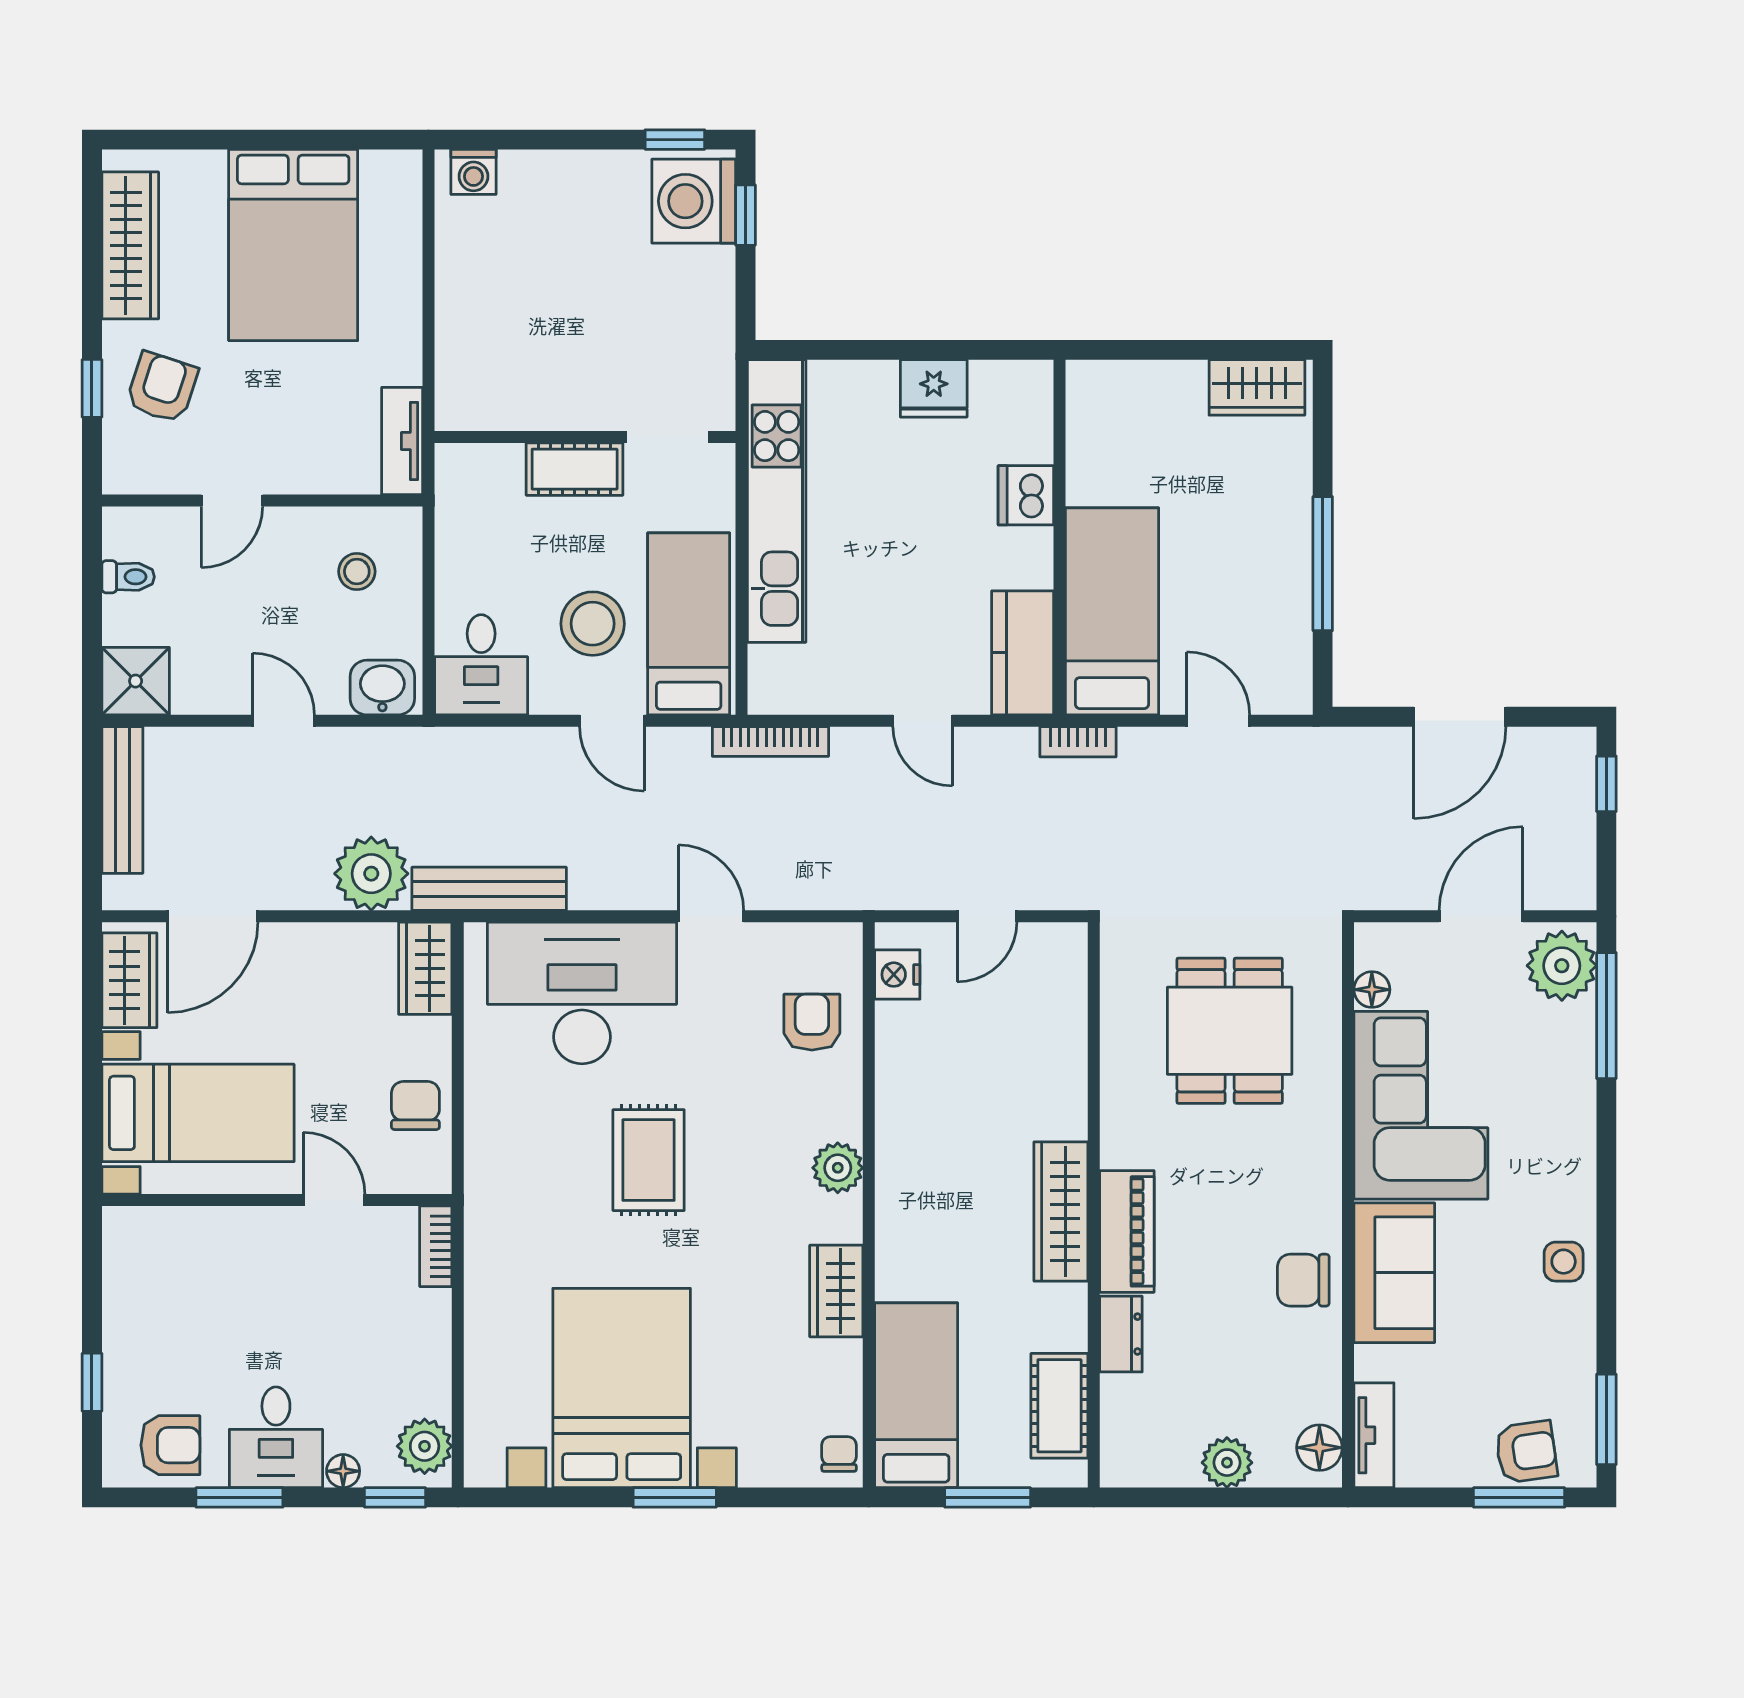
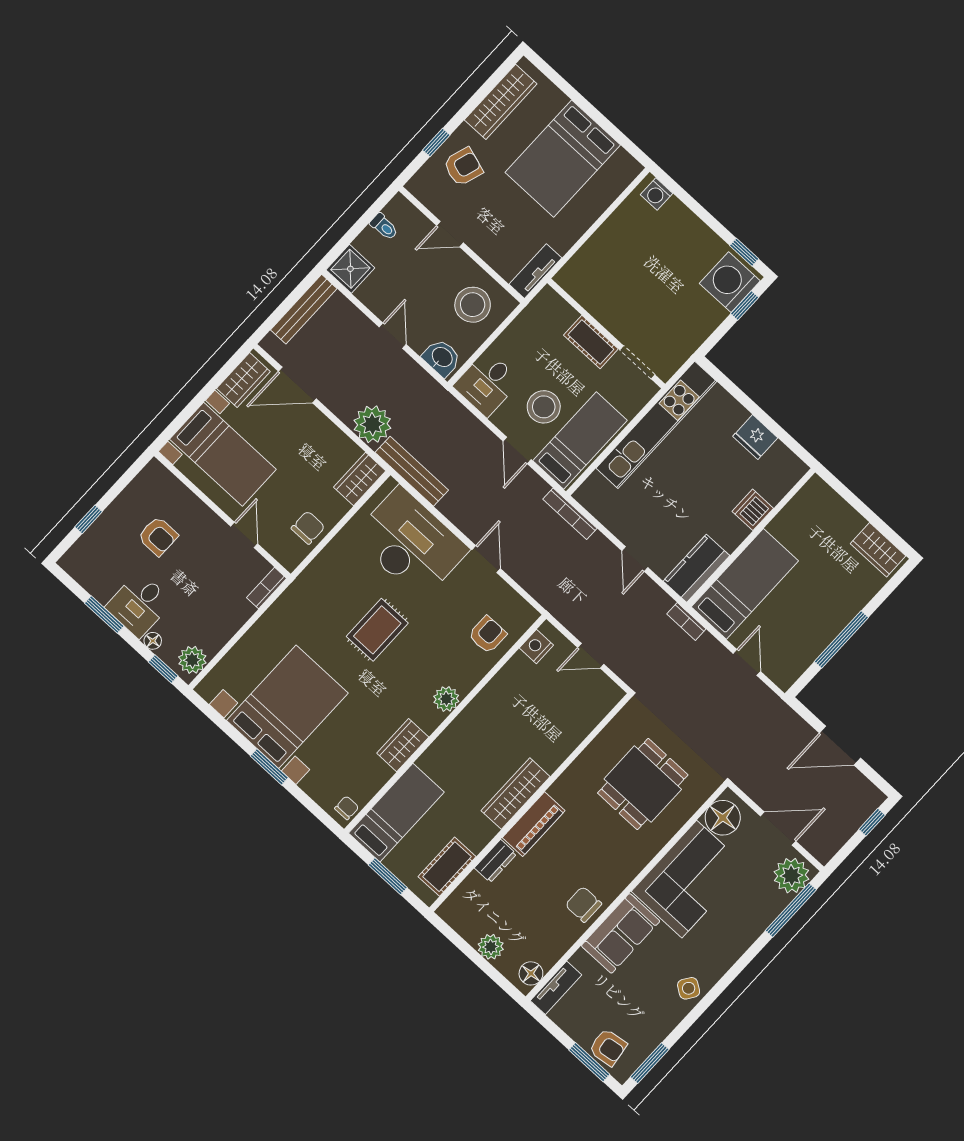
stool: (357, 571) -> (473, 305), width x1.89, depth x1.89
floor lamp: (1372, 990) -> (723, 818), width x1.89, depth x1.89
side table: (1564, 1262) -> (689, 988), turned 34
armchair: (170, 1445) -> (158, 536), moved

